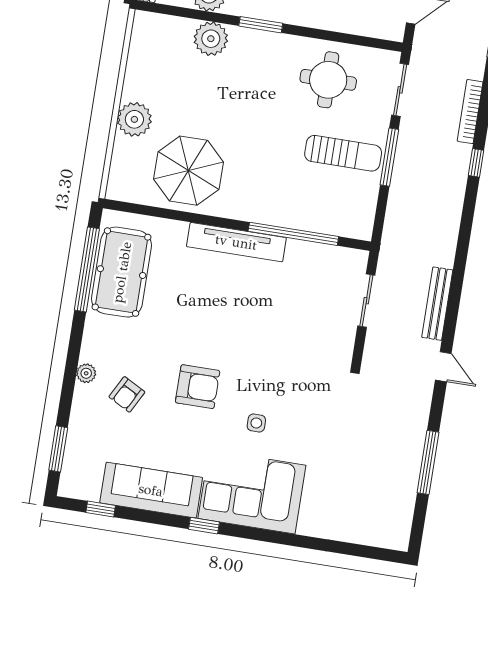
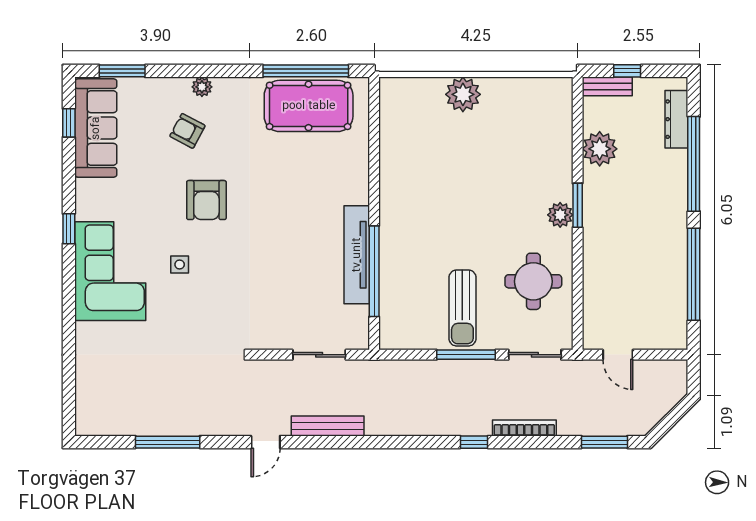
plant: (211, 39) -> (560, 215), moved, width x0.73, depth x0.73
parasol: (188, 171) -> (420, 156), removed
tv unit: (236, 242) -> (357, 255), moved
sofa: (151, 490) -> (96, 128), moved

